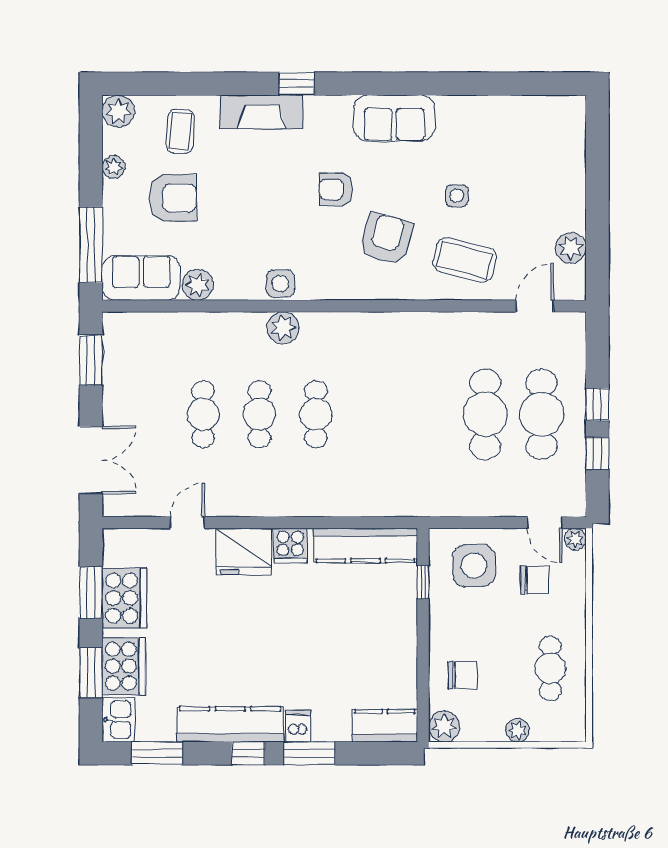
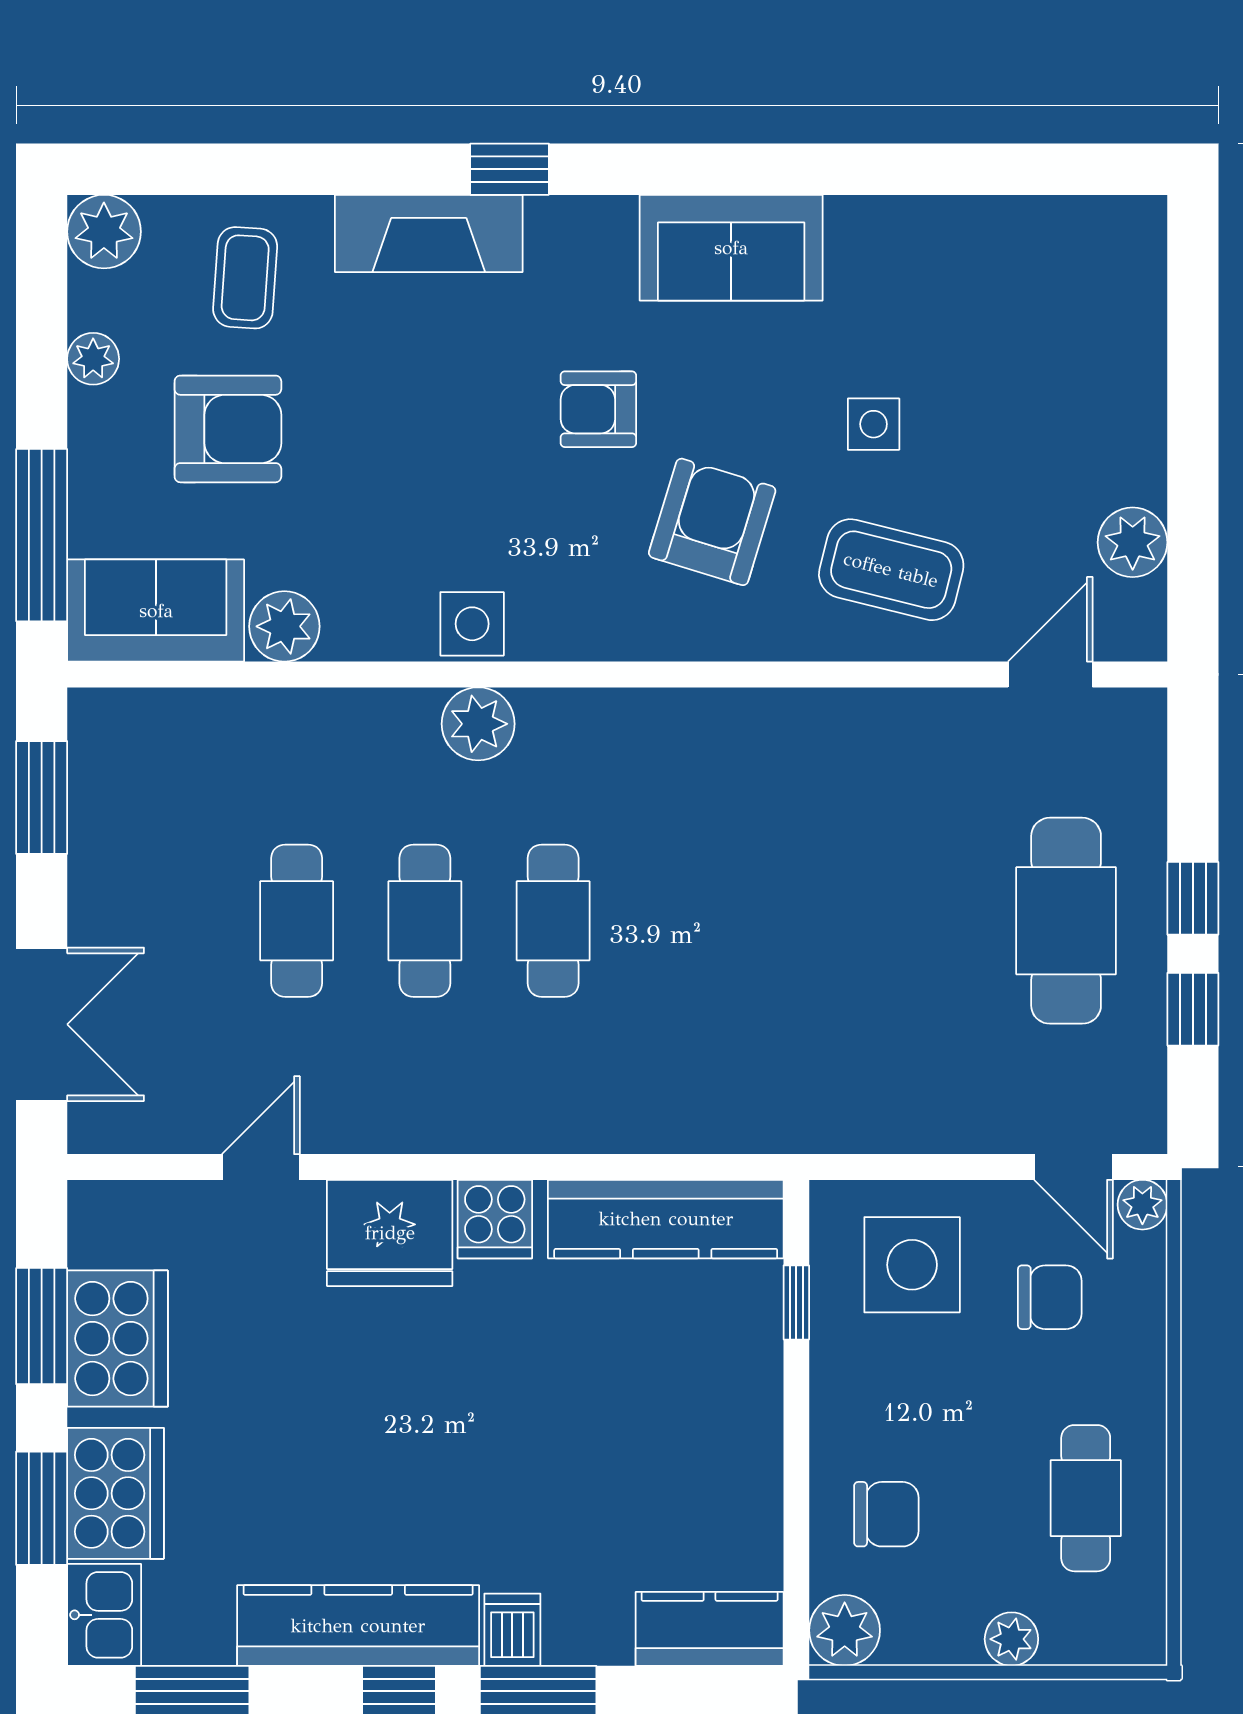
cafe table: (485, 414) -> (938, 921), removed

